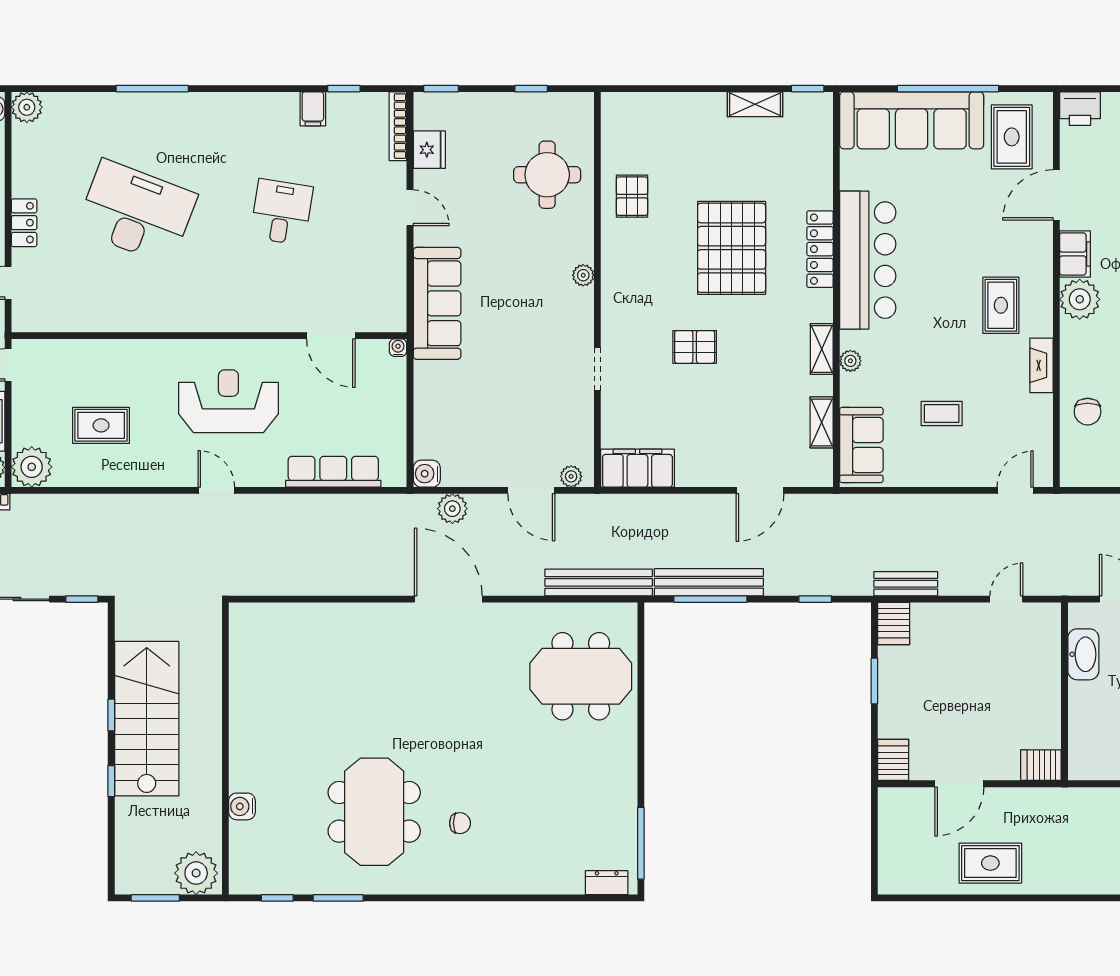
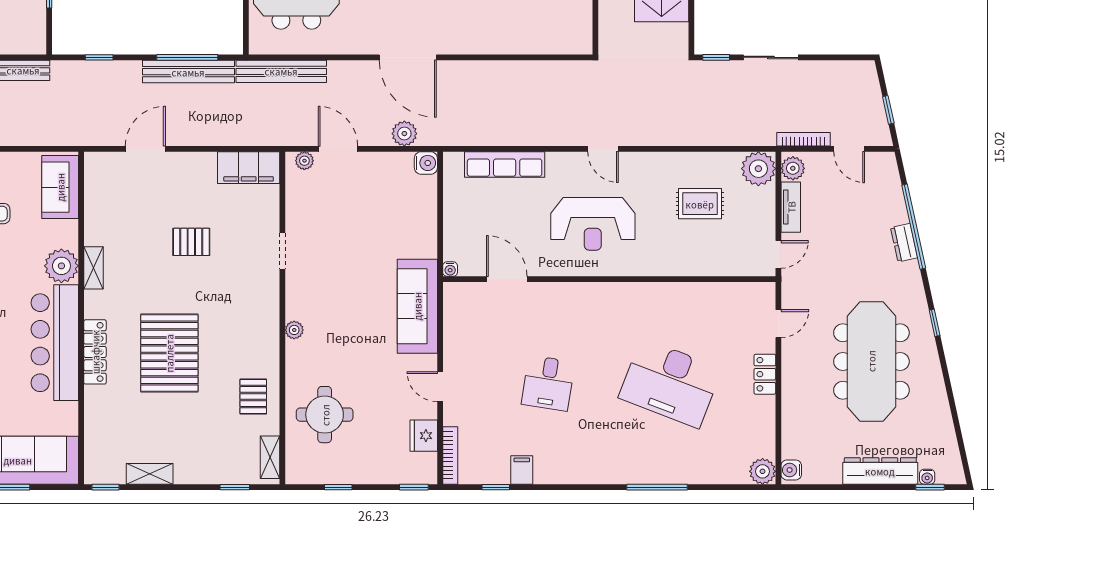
window: (654, 89) -> (235, 487), added
pallet: (695, 347) -> (191, 242), moved
plant: (850, 361) -> (61, 266), width x1.88, depth x1.88
shelving: (822, 422) -> (270, 457), moved
server rack: (894, 624) -> (33, 37), removed

